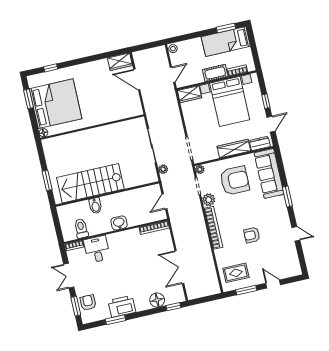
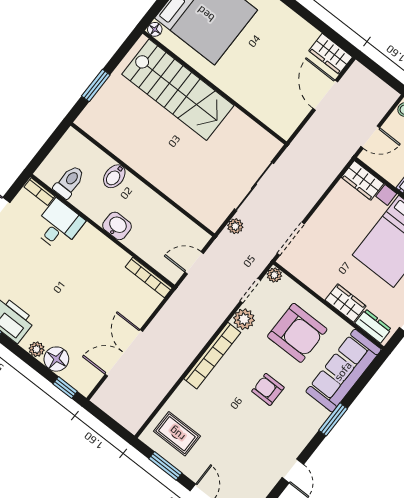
wardrobe: (234, 149) -> (346, 303), width x0.67
stairs: (90, 183) -> (178, 90), moved, turned 180
armchair: (252, 235) -> (268, 389), moved
plant: (145, 305) -> (37, 349), added

